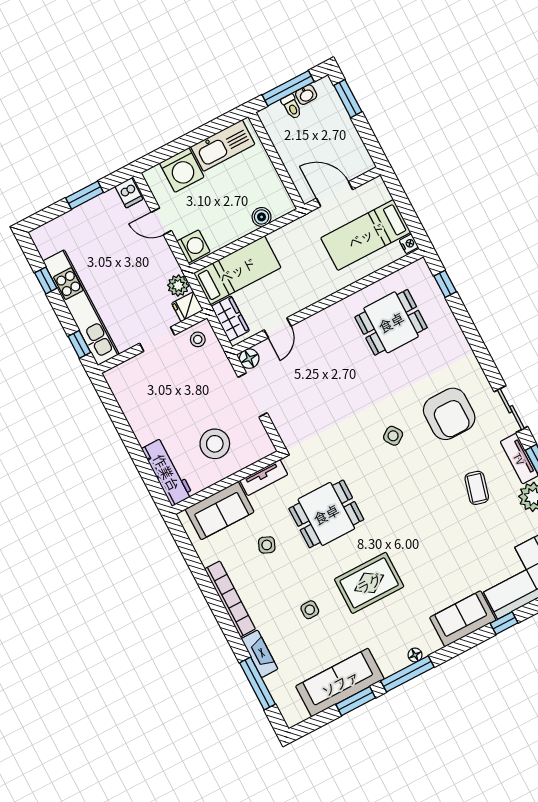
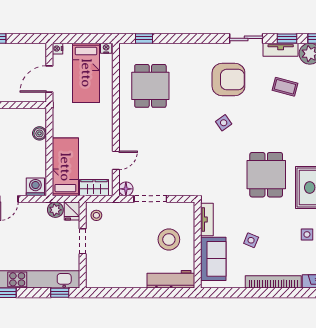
nightstand: (377, 184) -> (58, 49), added
door: (278, 328) -> (116, 160), hinge flipped
dining table: (326, 514) -> (266, 175), moved

